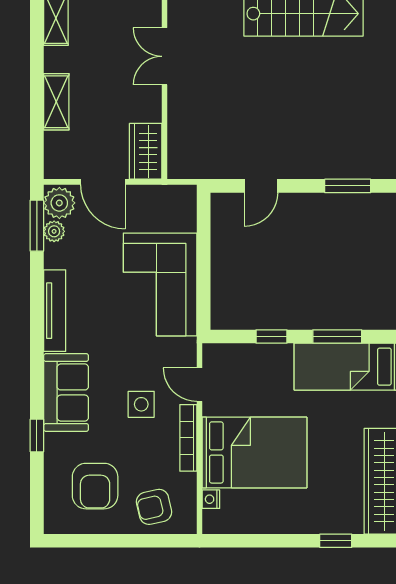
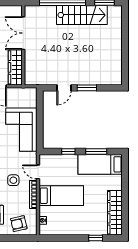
double door: (165, 56) -> (23, 33), width x1.37
wardrobe: (146, 151) -> (15, 67), width x1.50
window: (348, 186) -> (87, 88), moved
bed: (255, 452) -> (61, 196), width x0.67

